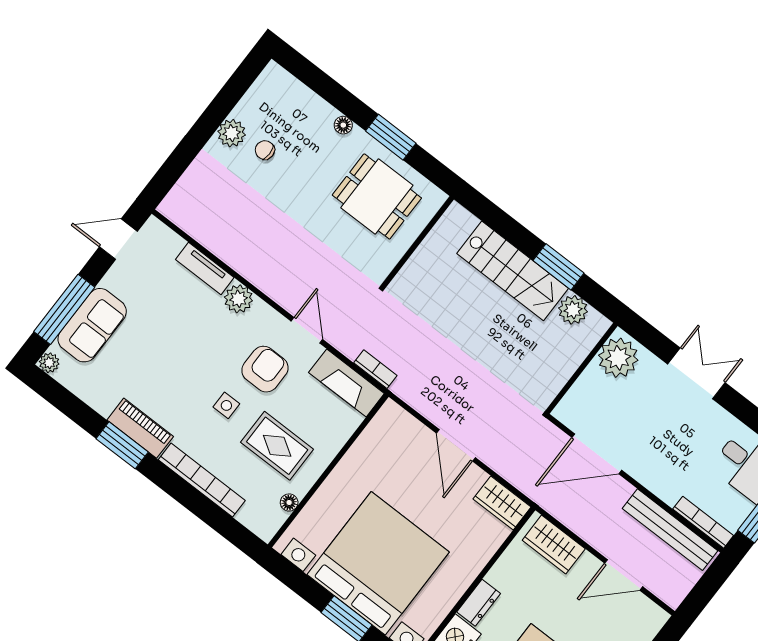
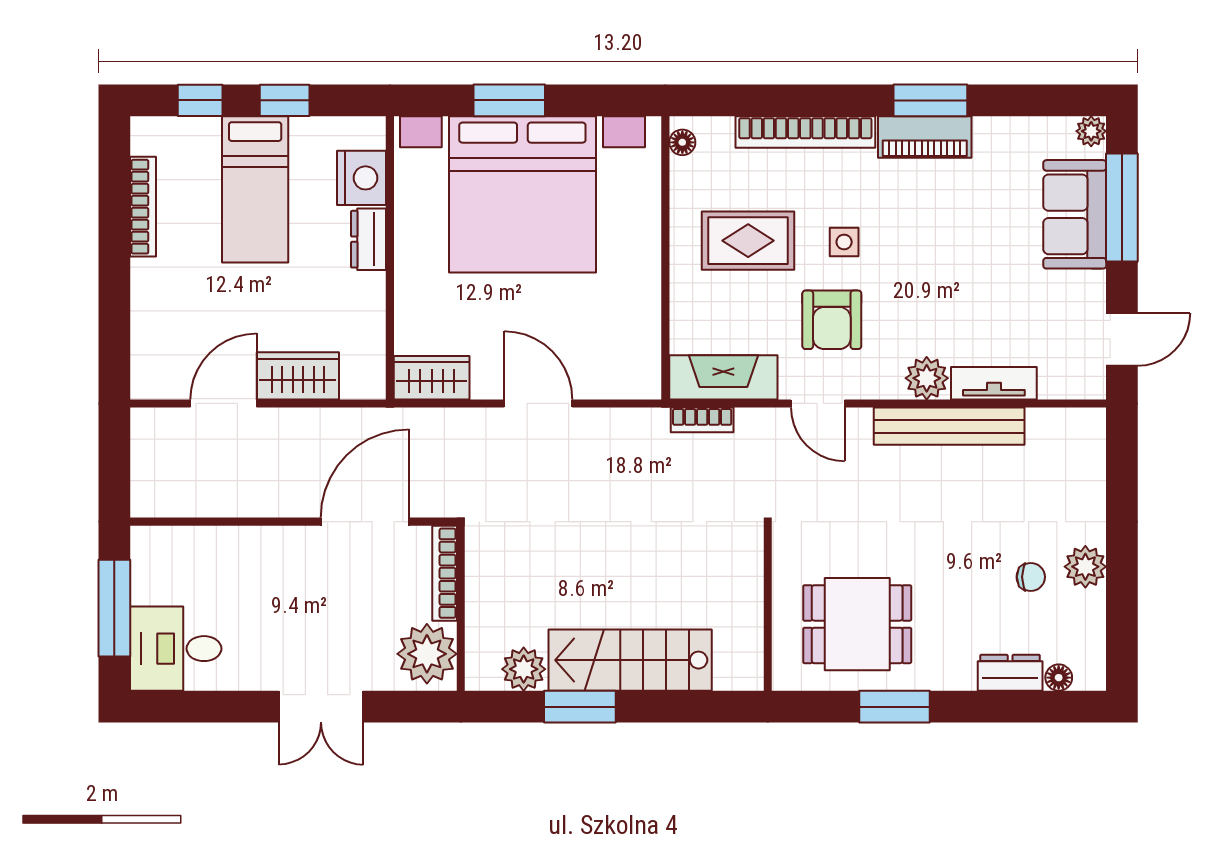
dresser: (315, 108) -> (1010, 673), added
floor lamp: (343, 125) -> (1059, 678), moved
floor lamp: (289, 502) -> (682, 142), moved
bookcase: (703, 522) -> (445, 573), moved, turned 90
bench: (670, 530) -> (949, 426), moved
wardrobe: (554, 545) -> (298, 376), moved

